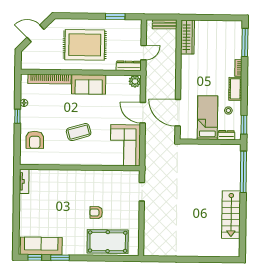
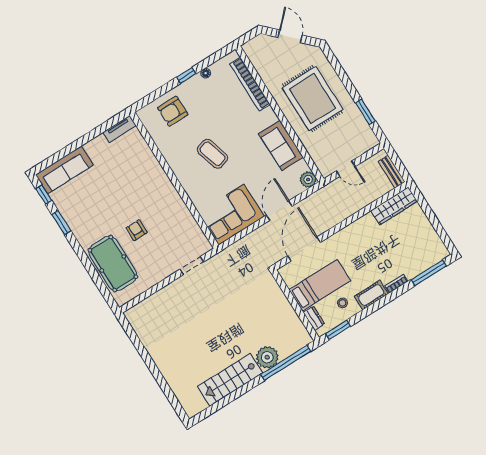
dresser: (129, 66) -> (321, 162), removed
sofa: (89, 84) -> (281, 145), moved
plant: (232, 181) -> (267, 357), added
sofa: (41, 246) -> (64, 170), moved, turned 90

